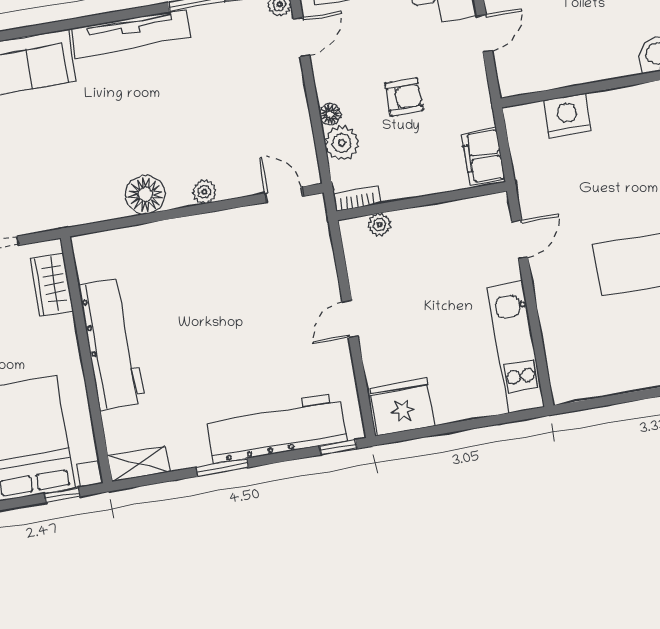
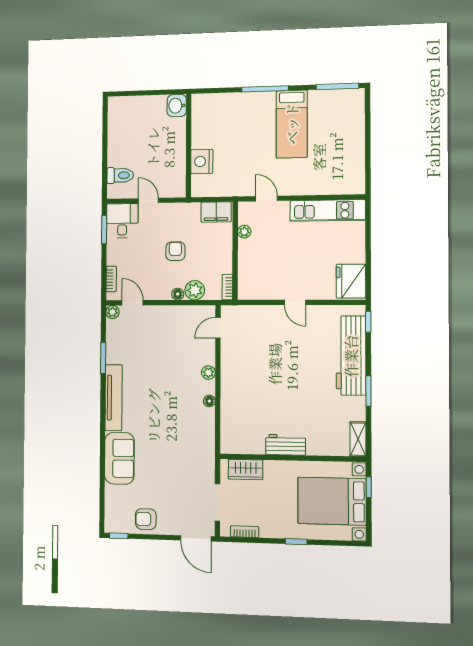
floor lamp: (145, 194) -> (209, 401), width x0.53, depth x0.53
plant: (380, 225) -> (244, 232), moved
workbench: (112, 344) -> (286, 445), width x0.53, depth x0.76

